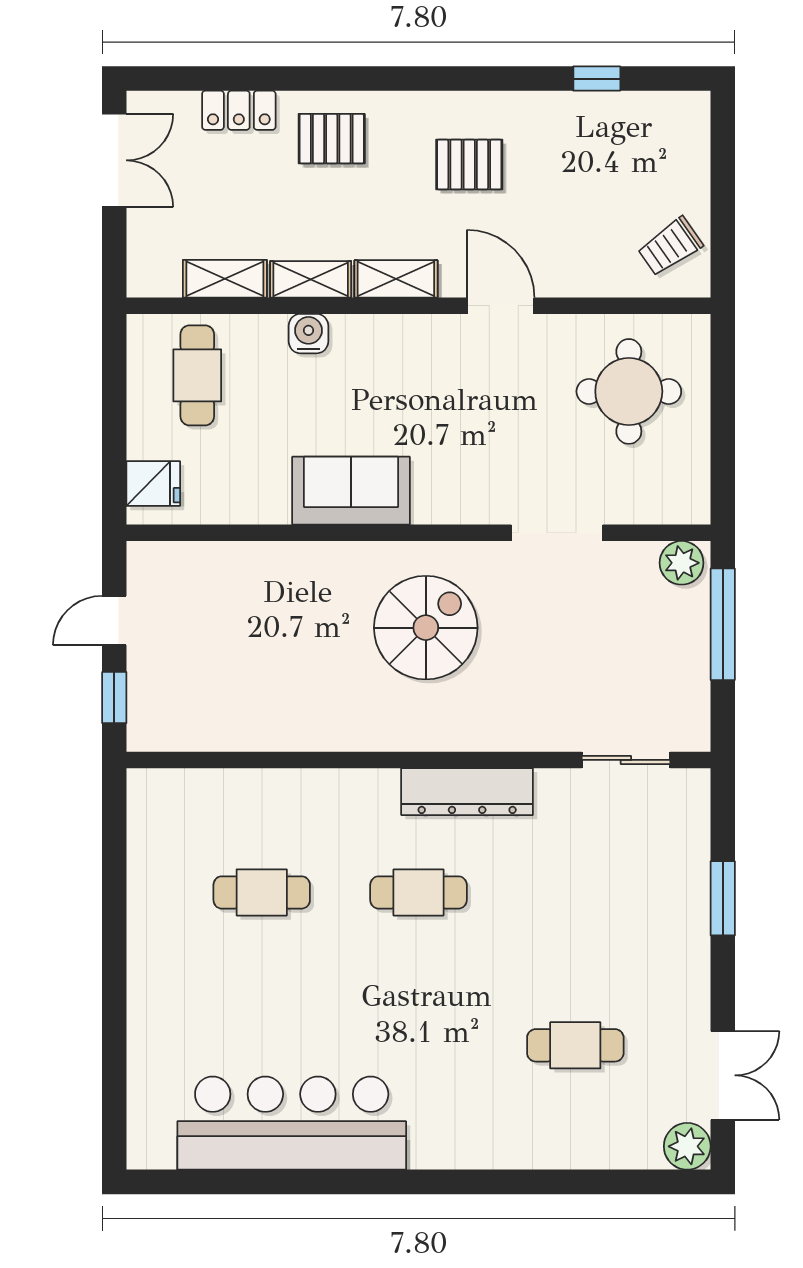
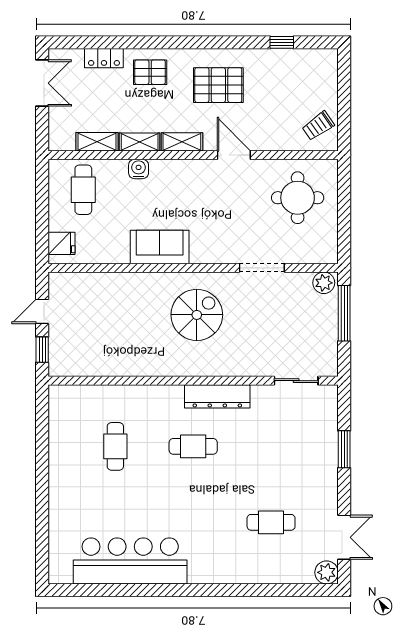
pallet: (469, 165) -> (218, 85), width x1.50, depth x1.42
cafe table: (262, 892) -> (115, 446), turned 90

